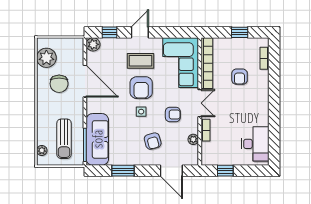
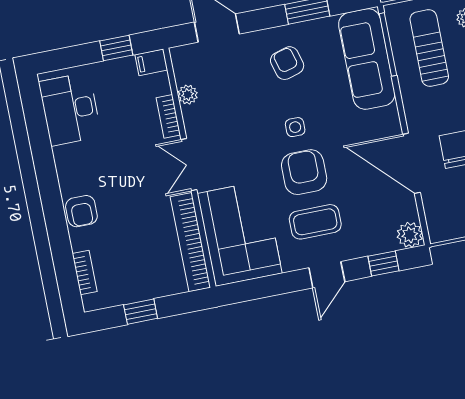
armchair: (240, 77) -> (81, 211), moved, turned 180
armchair: (173, 114) -> (235, 134), removed
armchair: (153, 141) -> (287, 63), moved
filing cabinet: (209, 160) -> (151, 62), added

